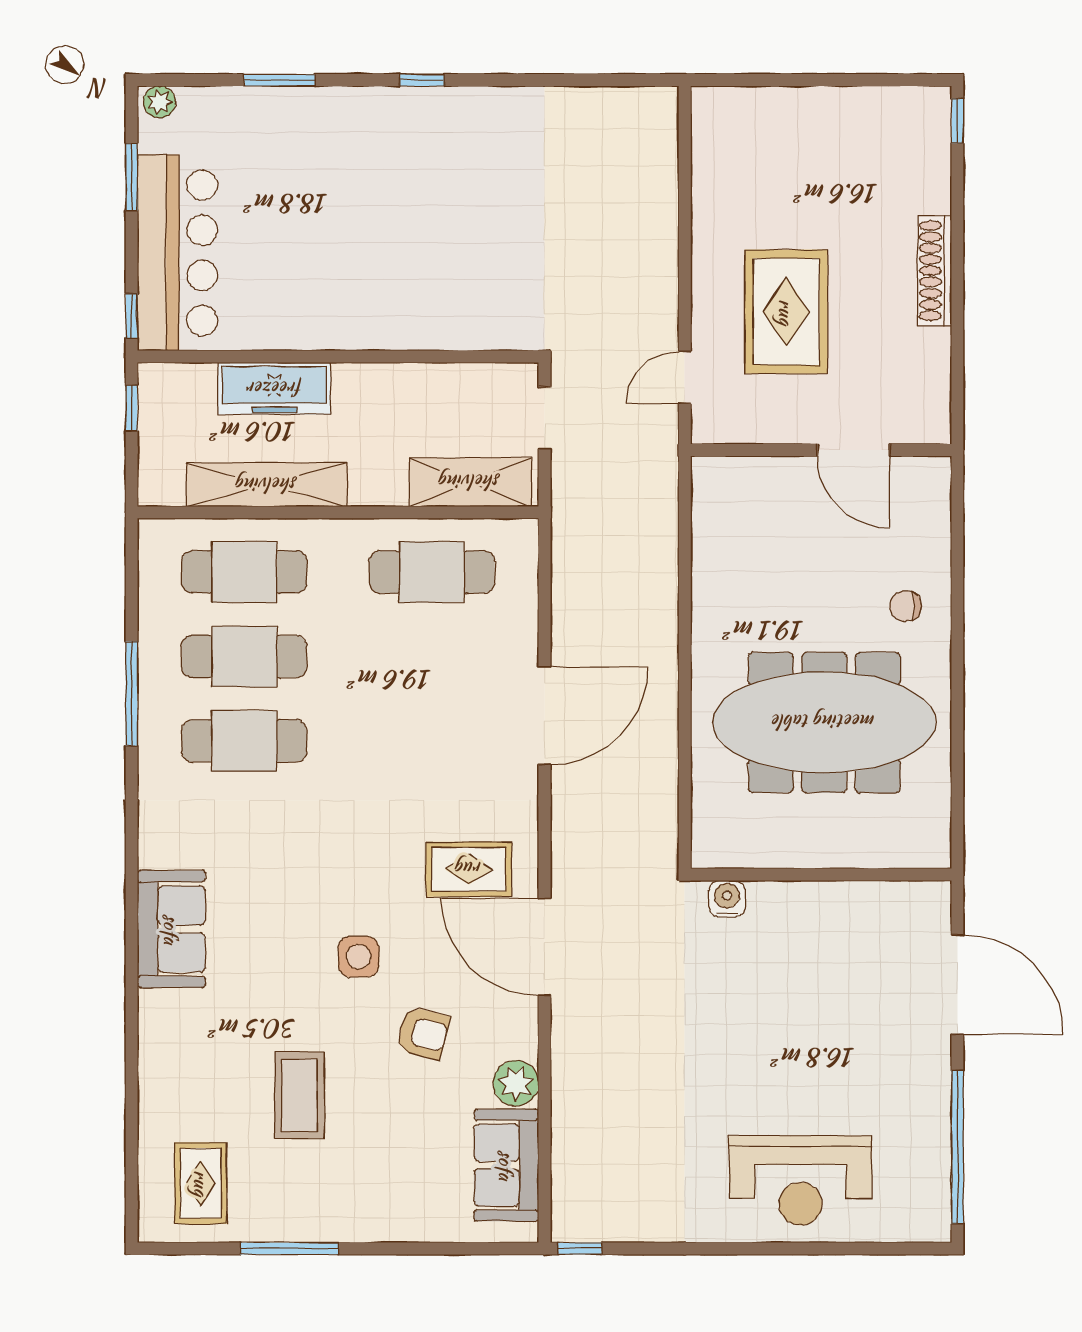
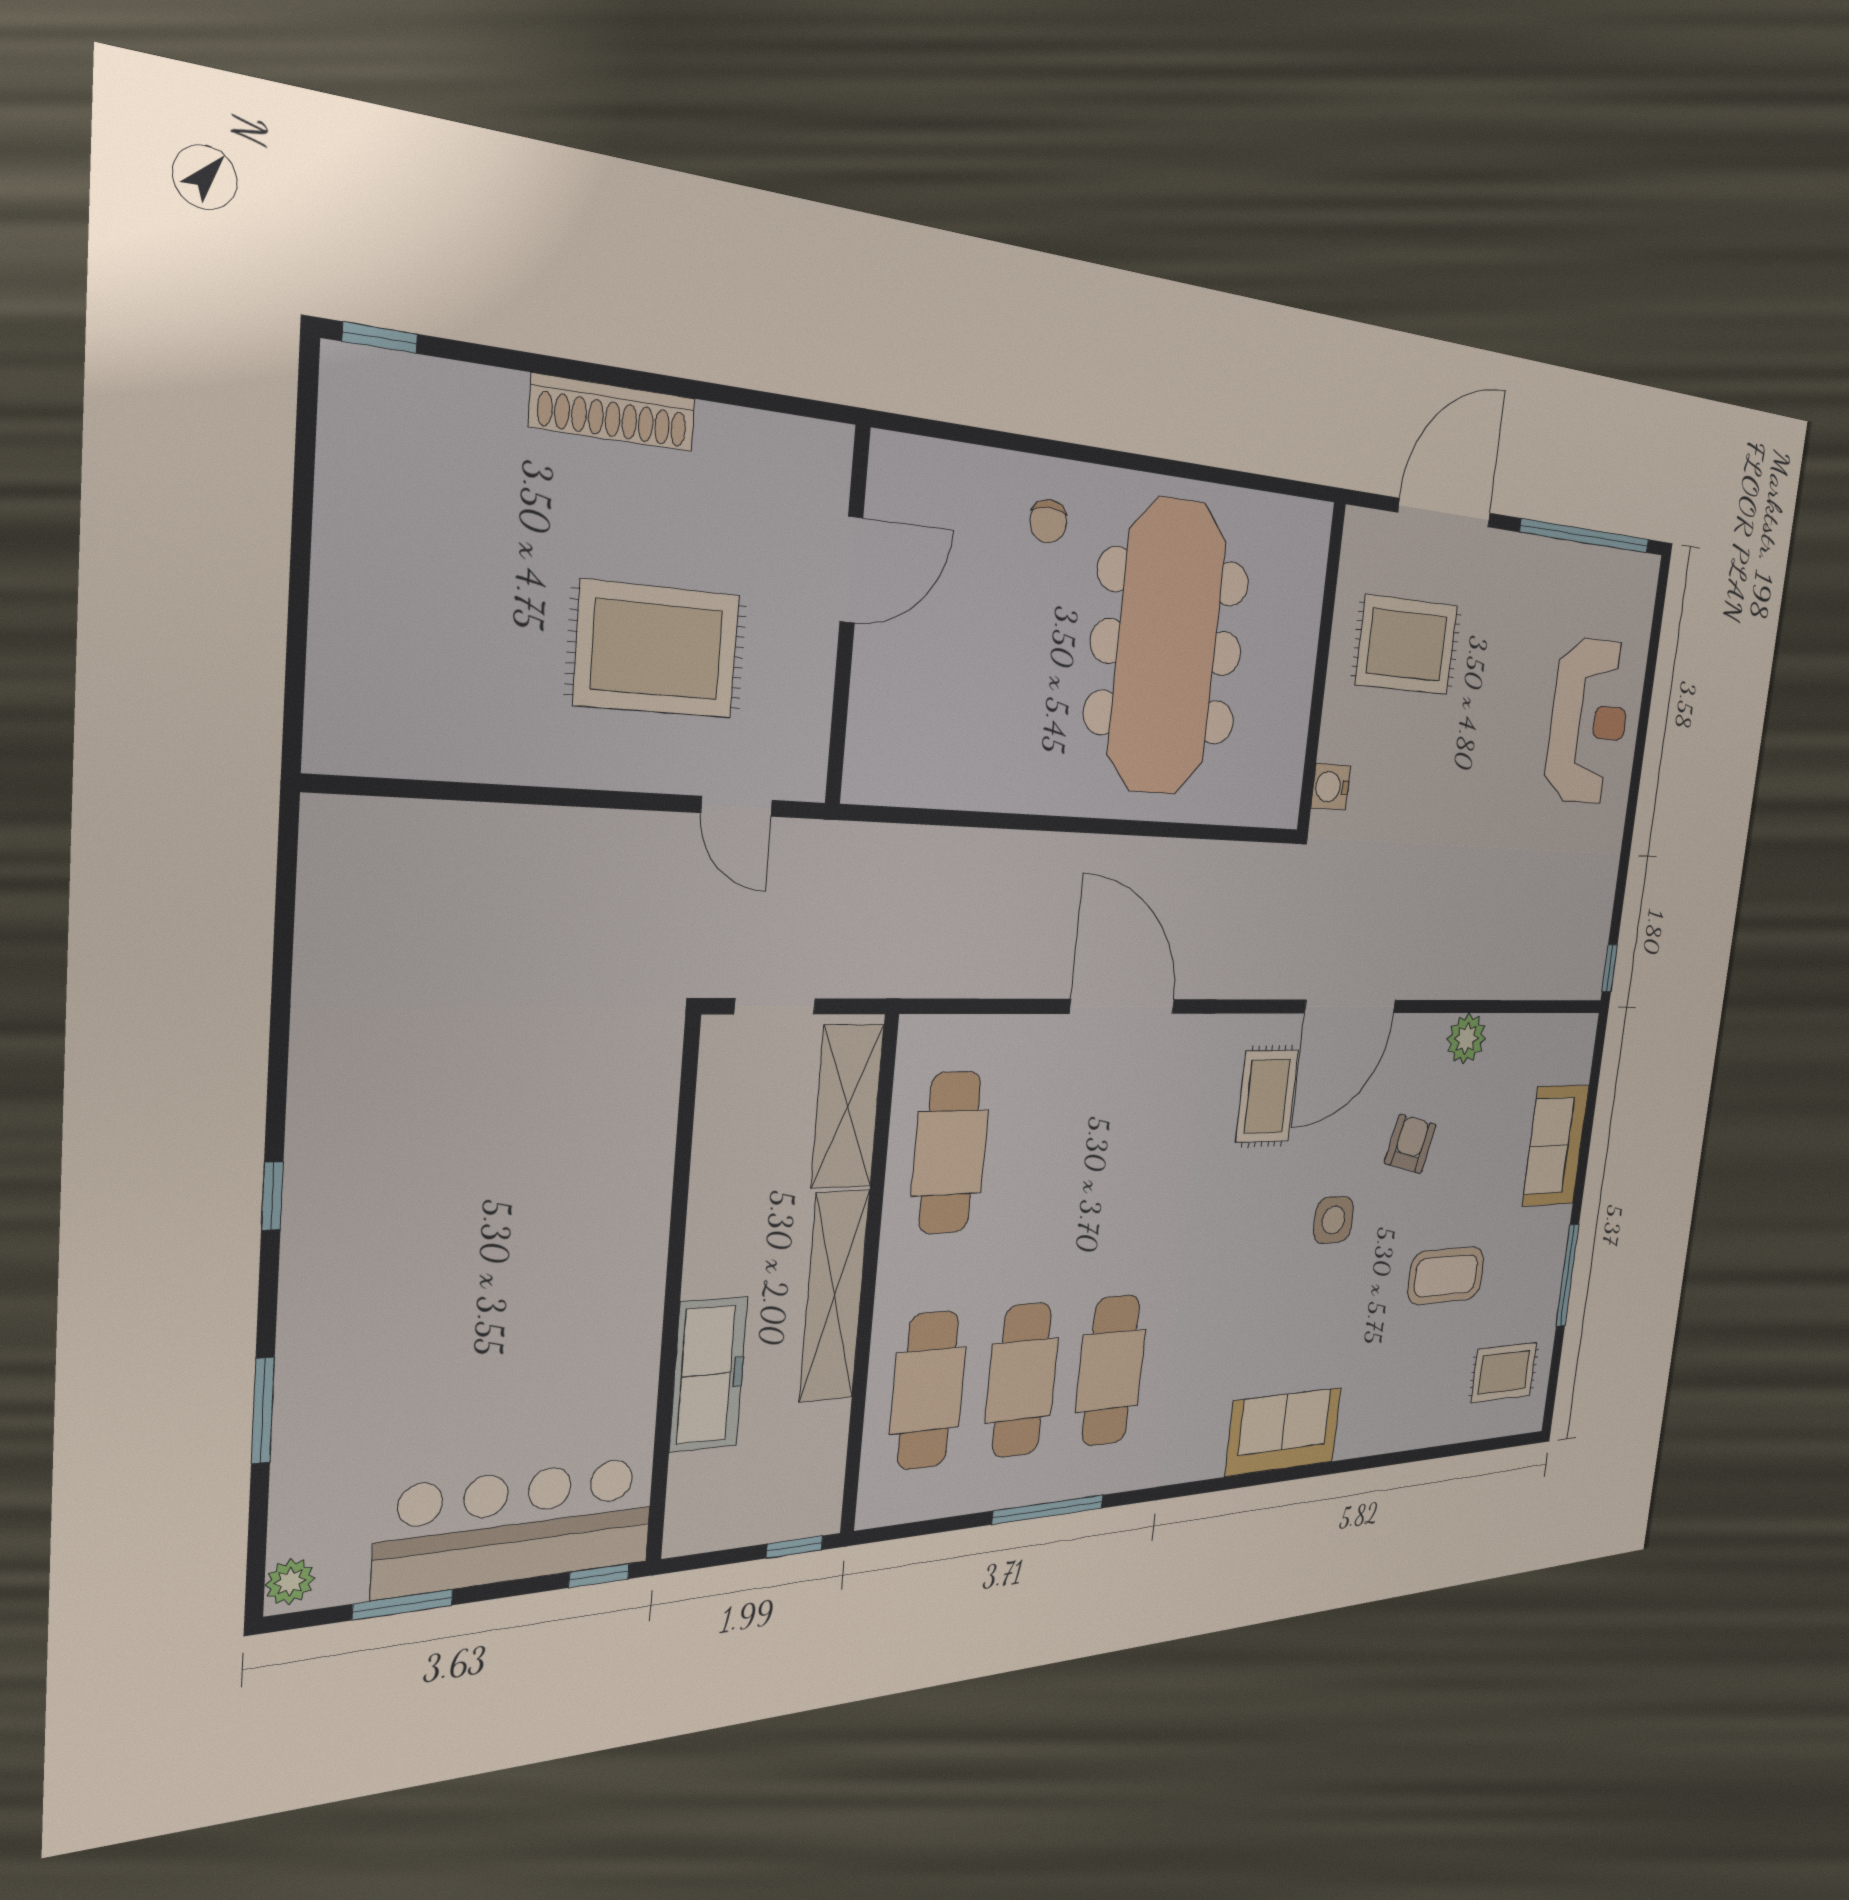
window: (132, 408) -> (795, 1547), moved
shelving: (267, 485) -> (834, 1296), moved
rug: (847, 961) -> (1407, 645), added
sofa: (506, 1165) -> (1556, 1145), moved, turned 90

